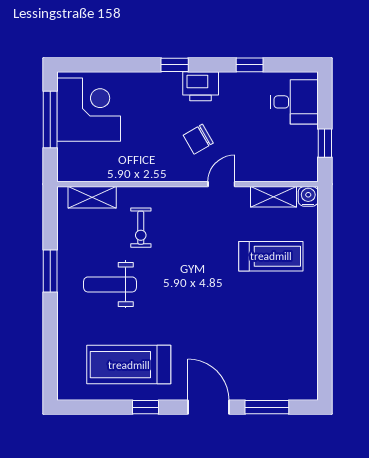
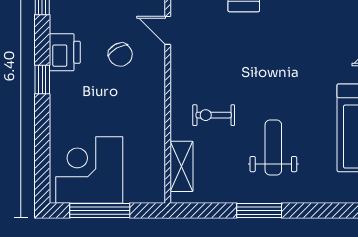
exercise bike: (141, 228) -> (214, 115), turned 180
weight bench: (110, 284) -> (273, 148), turned 180

